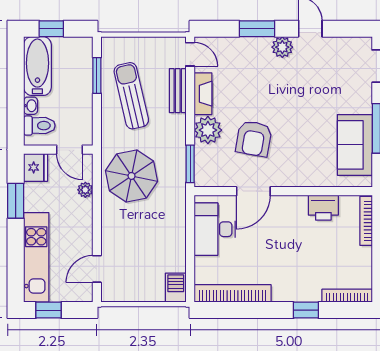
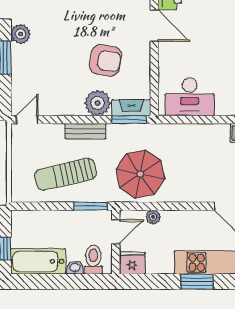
window: (97, 75) -> (90, 206), moved
bench: (178, 91) -> (85, 131), moved
fireplace: (203, 94) -> (131, 108), moved
door: (253, 191) -> (154, 26), moved
window: (16, 201) -> (197, 282), moved

